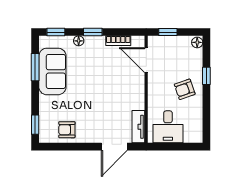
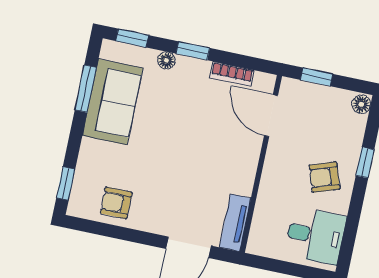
desk: (168, 127) -> (315, 236), moved, turned -90

